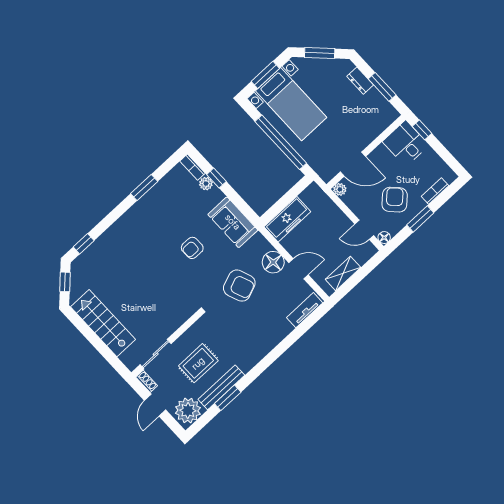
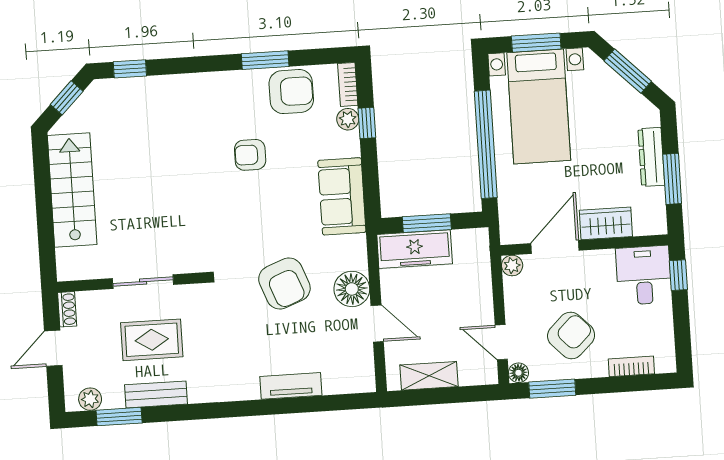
dresser: (360, 81) -> (651, 157), width x1.44
wardrobe: (368, 133) -> (606, 223), added
door: (353, 164) -> (555, 247), swing flipped
armchair: (169, 192) -> (291, 92), added
window: (283, 202) -> (427, 223), added
window: (420, 219) -> (552, 389), moved
armchair: (192, 248) -> (250, 155), moved
tv unit: (305, 310) -> (291, 386), moved
sliding door: (156, 354) -> (143, 282), moved
bench: (221, 387) -> (156, 394), width x0.73
window: (228, 398) -> (119, 417), moved
plant: (188, 411) -> (90, 399), width x0.53, depth x0.53

